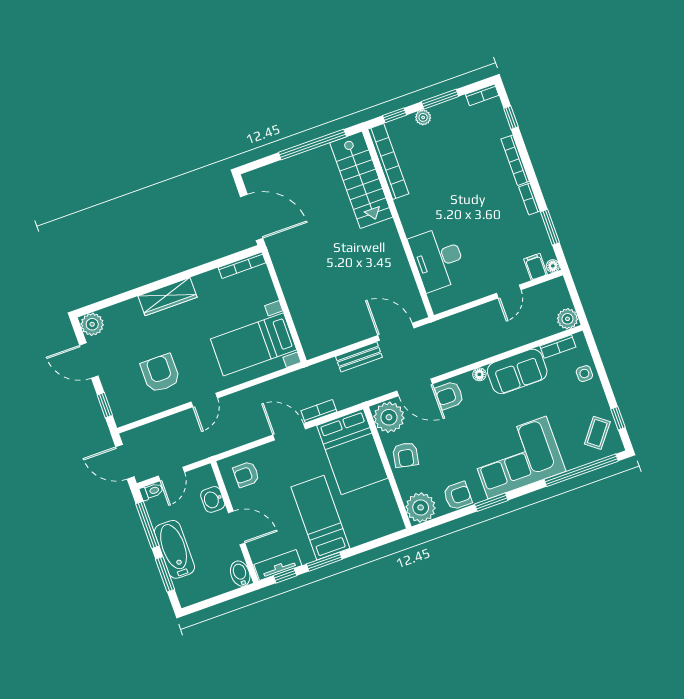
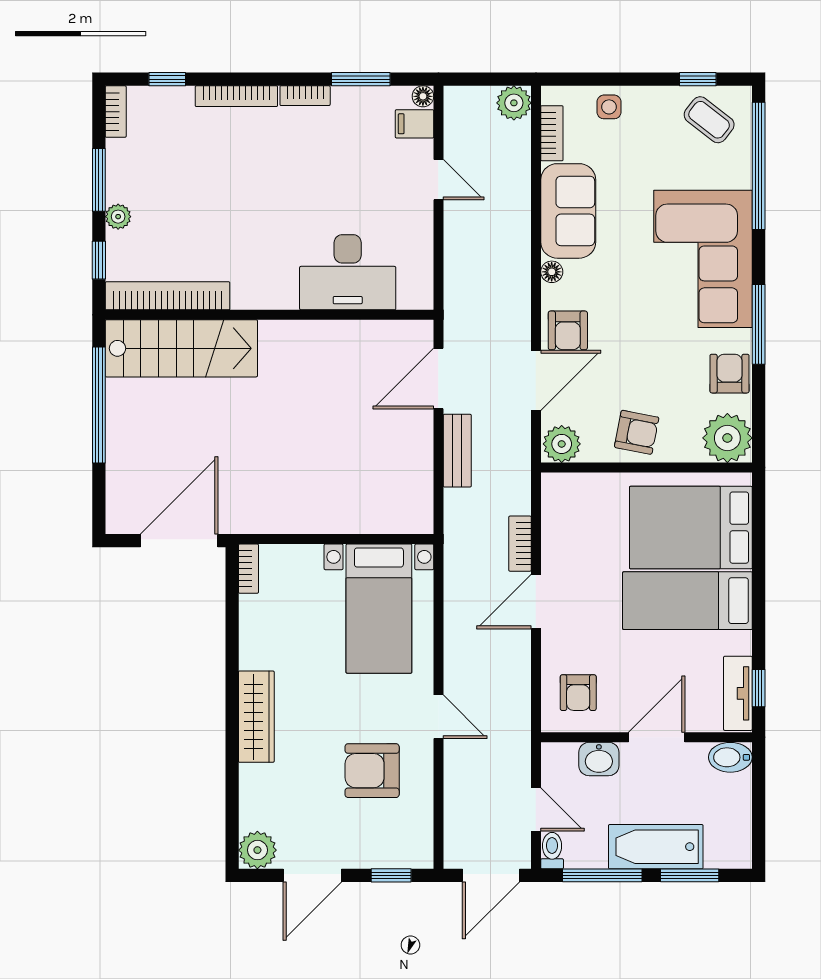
bookcase: (242, 265) -> (248, 569), width x0.64
plant: (389, 417) -> (562, 444), width x0.73, depth x0.73
bed: (352, 452) -> (691, 528), moved, turned 180
window: (491, 502) -> (759, 324), width x1.44
window: (324, 562) -> (759, 619), removed

